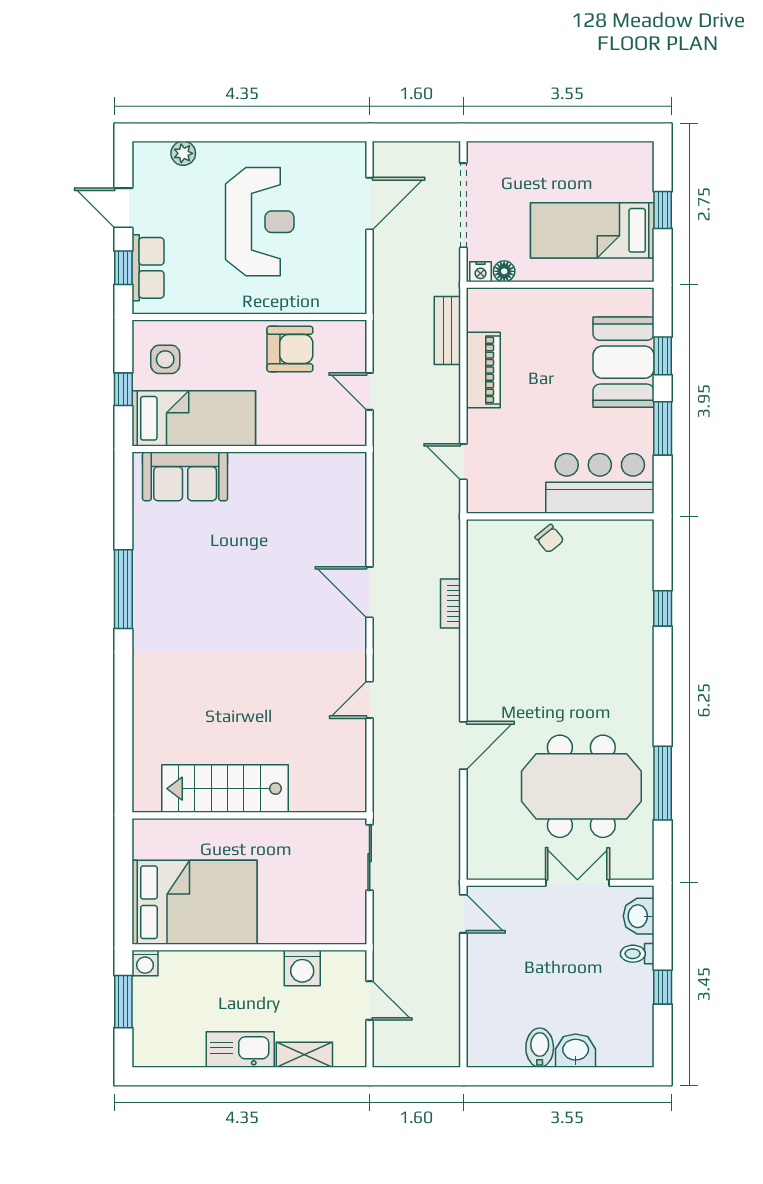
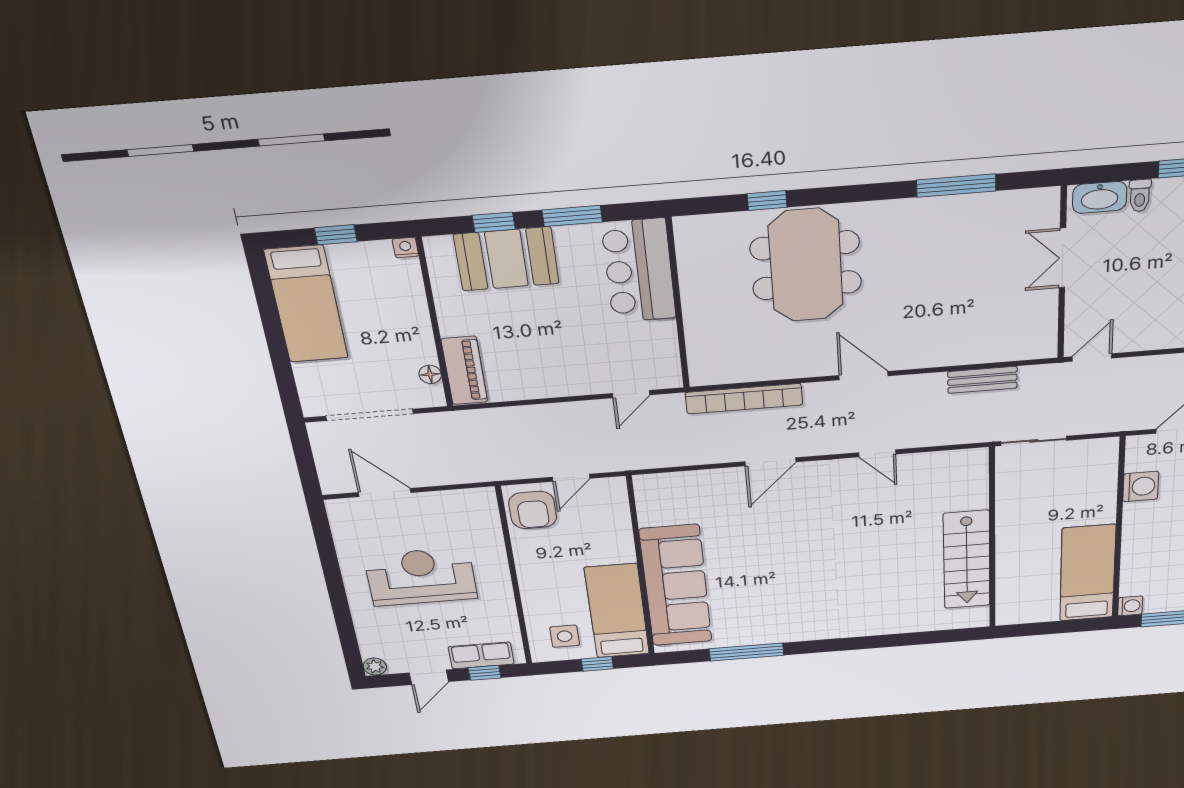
plant: (183, 153) -> (375, 667), moved
bed: (592, 230) -> (306, 304), moved
nightstand: (480, 272) -> (405, 248), moved, turned -90
bench: (447, 330) -> (982, 380), moved
armchair: (290, 349) -> (533, 510), moved, turned 180
piano: (483, 370) -> (464, 370), moved, turned 90
sofa: (185, 476) -> (676, 586), width x1.85, depth x1.27
chair: (549, 539) -> (702, 312), removed
window: (123, 589) -> (746, 652), moved
bookcase: (451, 604) -> (744, 399), width x2.31, depth x1.31
door: (463, 745) -> (863, 376), moved
meeting table: (581, 786) -> (806, 265), moved
bed: (195, 902) -> (1088, 573), width x0.67
washbasin: (639, 916) -> (1100, 197), width x1.38

